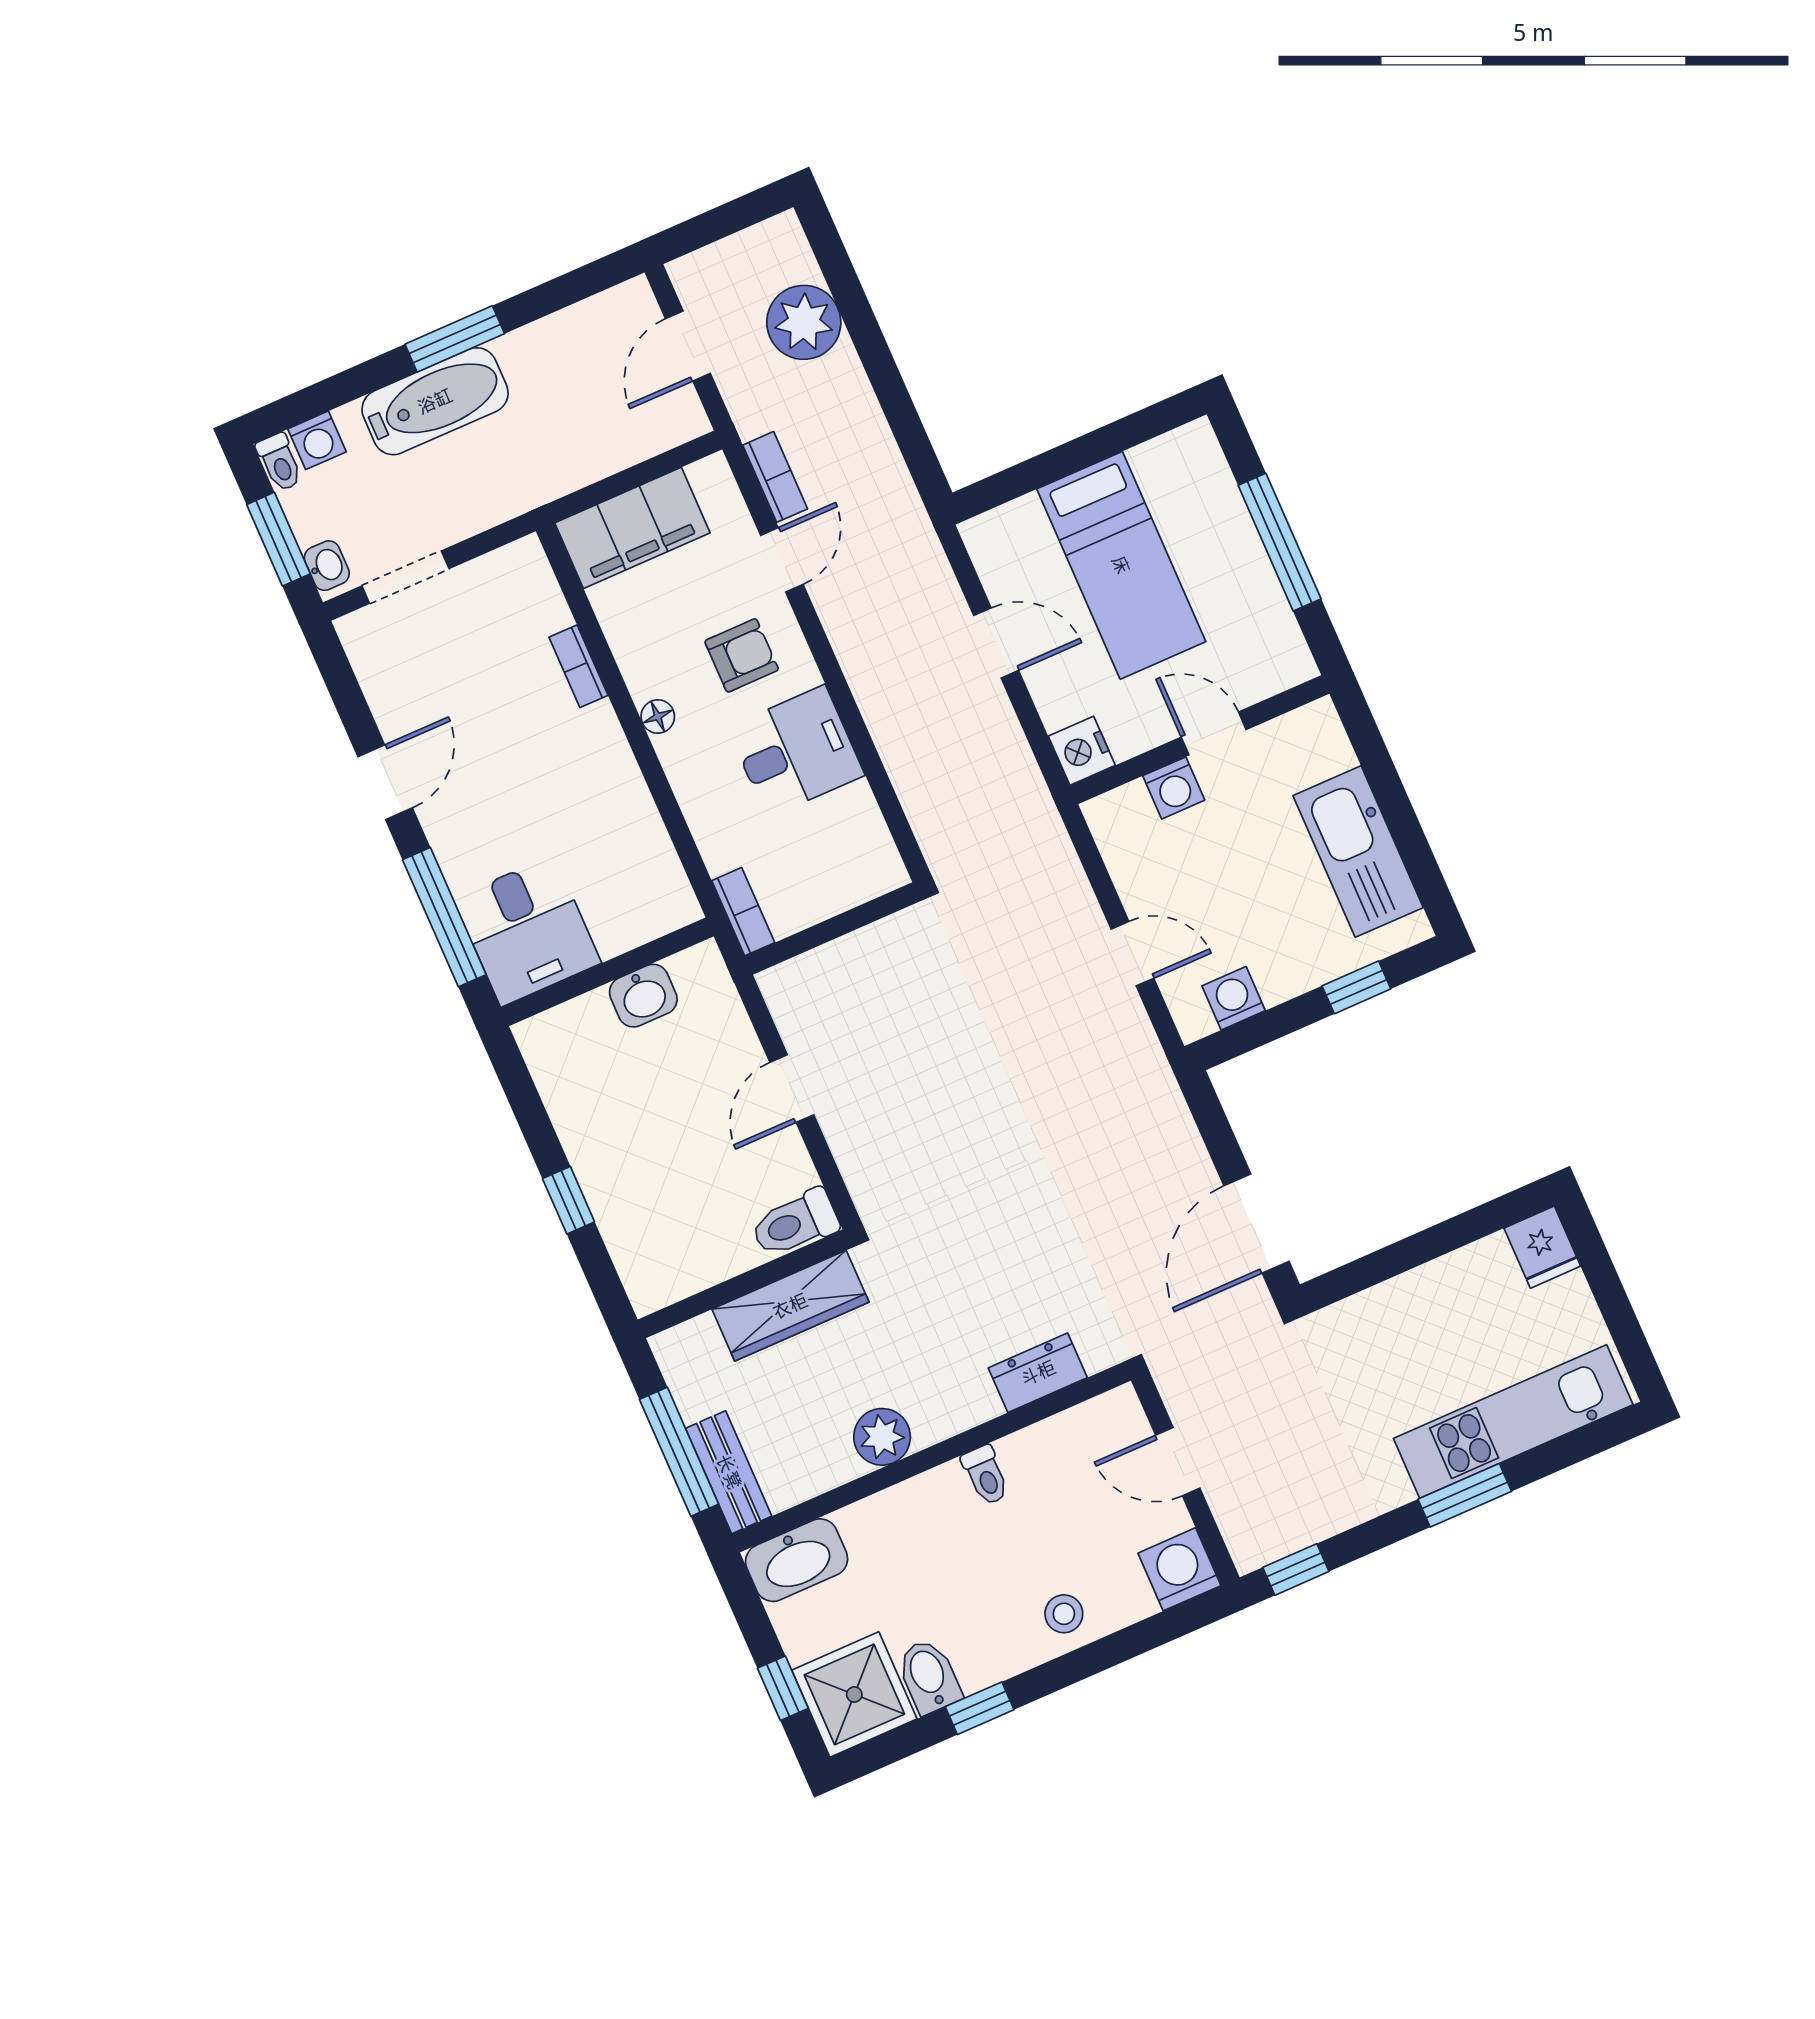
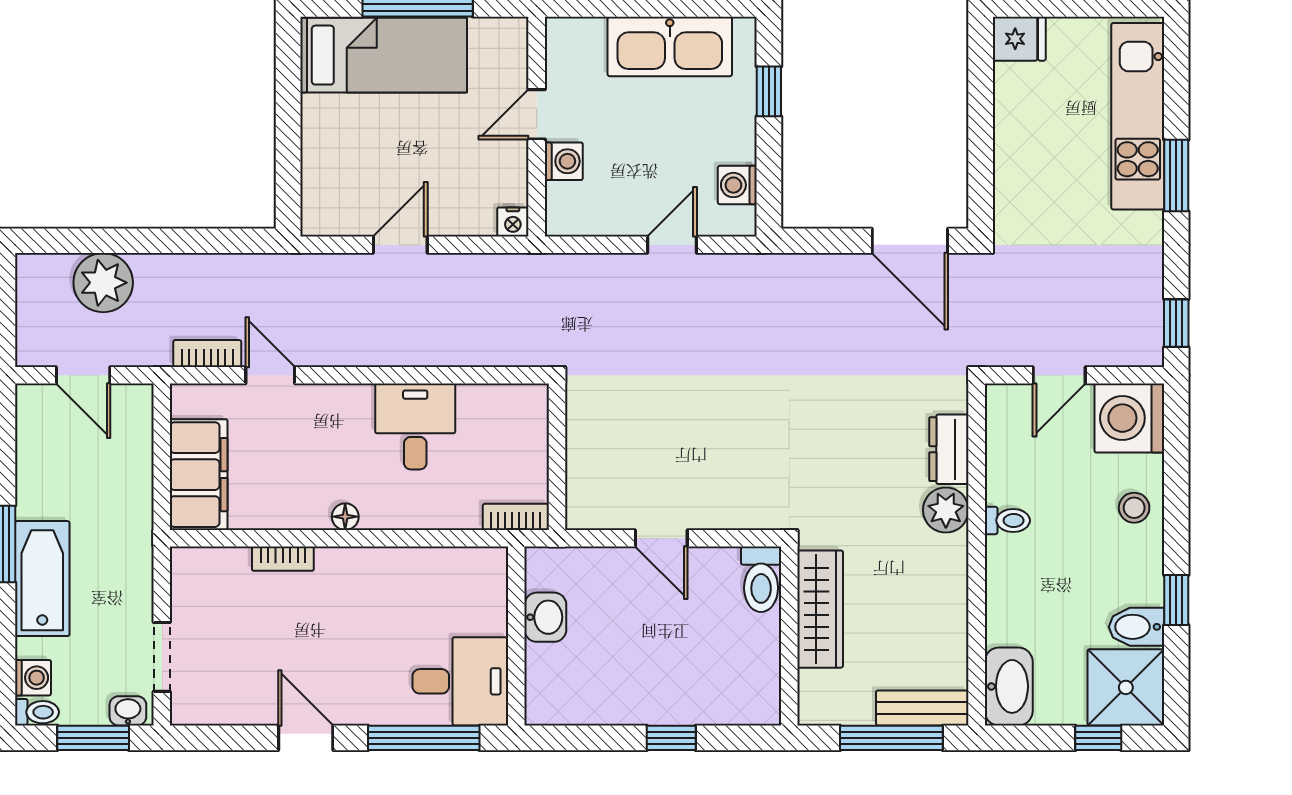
bed: (1121, 565) -> (384, 55), moved
armchair: (742, 655) -> (327, 436), removed
nightstand: (1082, 751) -> (513, 222), width x0.72, depth x0.74
plant: (882, 1437) -> (946, 510), moved
washing machine: (1179, 1569) -> (1129, 418), width x1.37, depth x1.37

